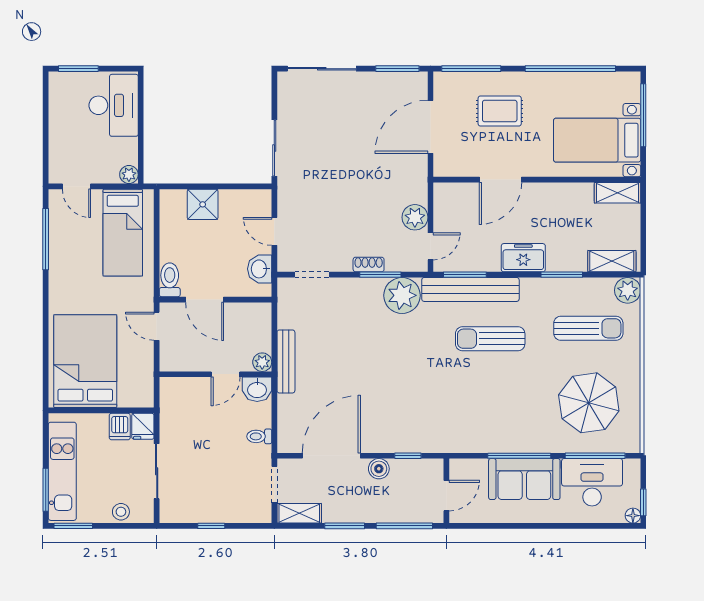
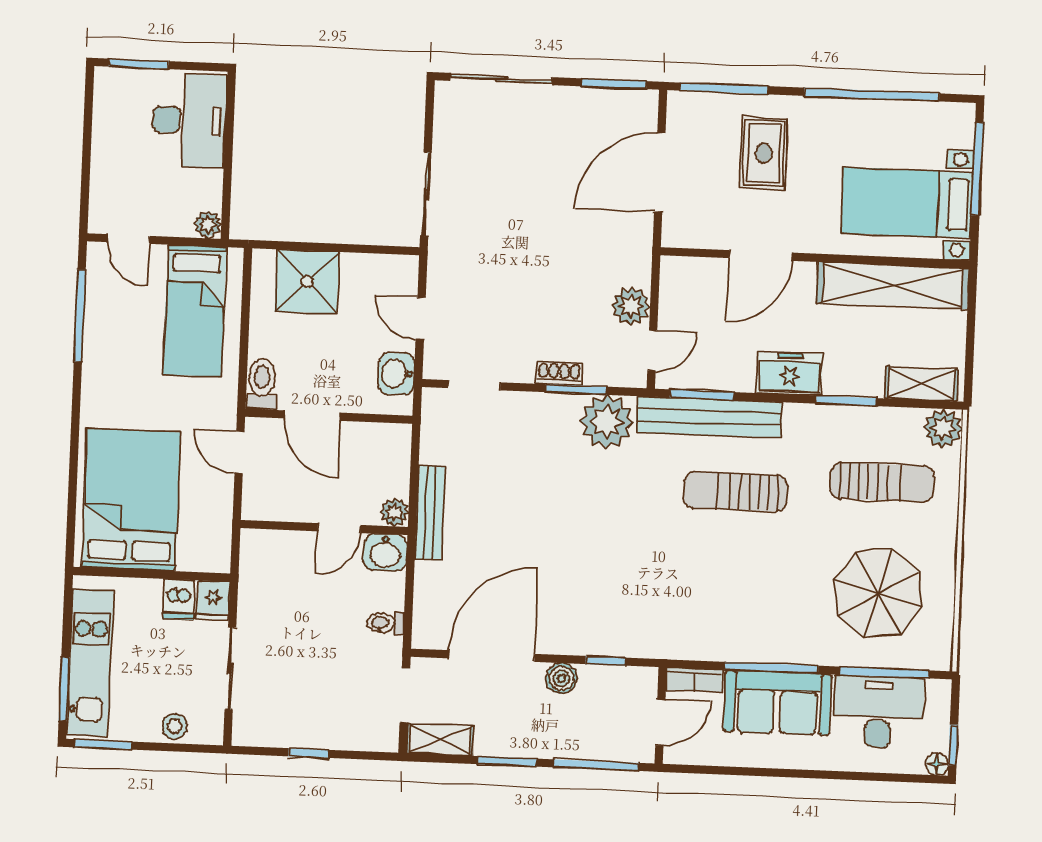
rug: (500, 111) -> (764, 153), turned 90
shelving: (617, 193) -> (893, 286), width x2.20, depth x1.33
shower: (203, 204) -> (307, 282), width x1.36, depth x1.36
bookcase: (468, 466) -> (694, 680), added

